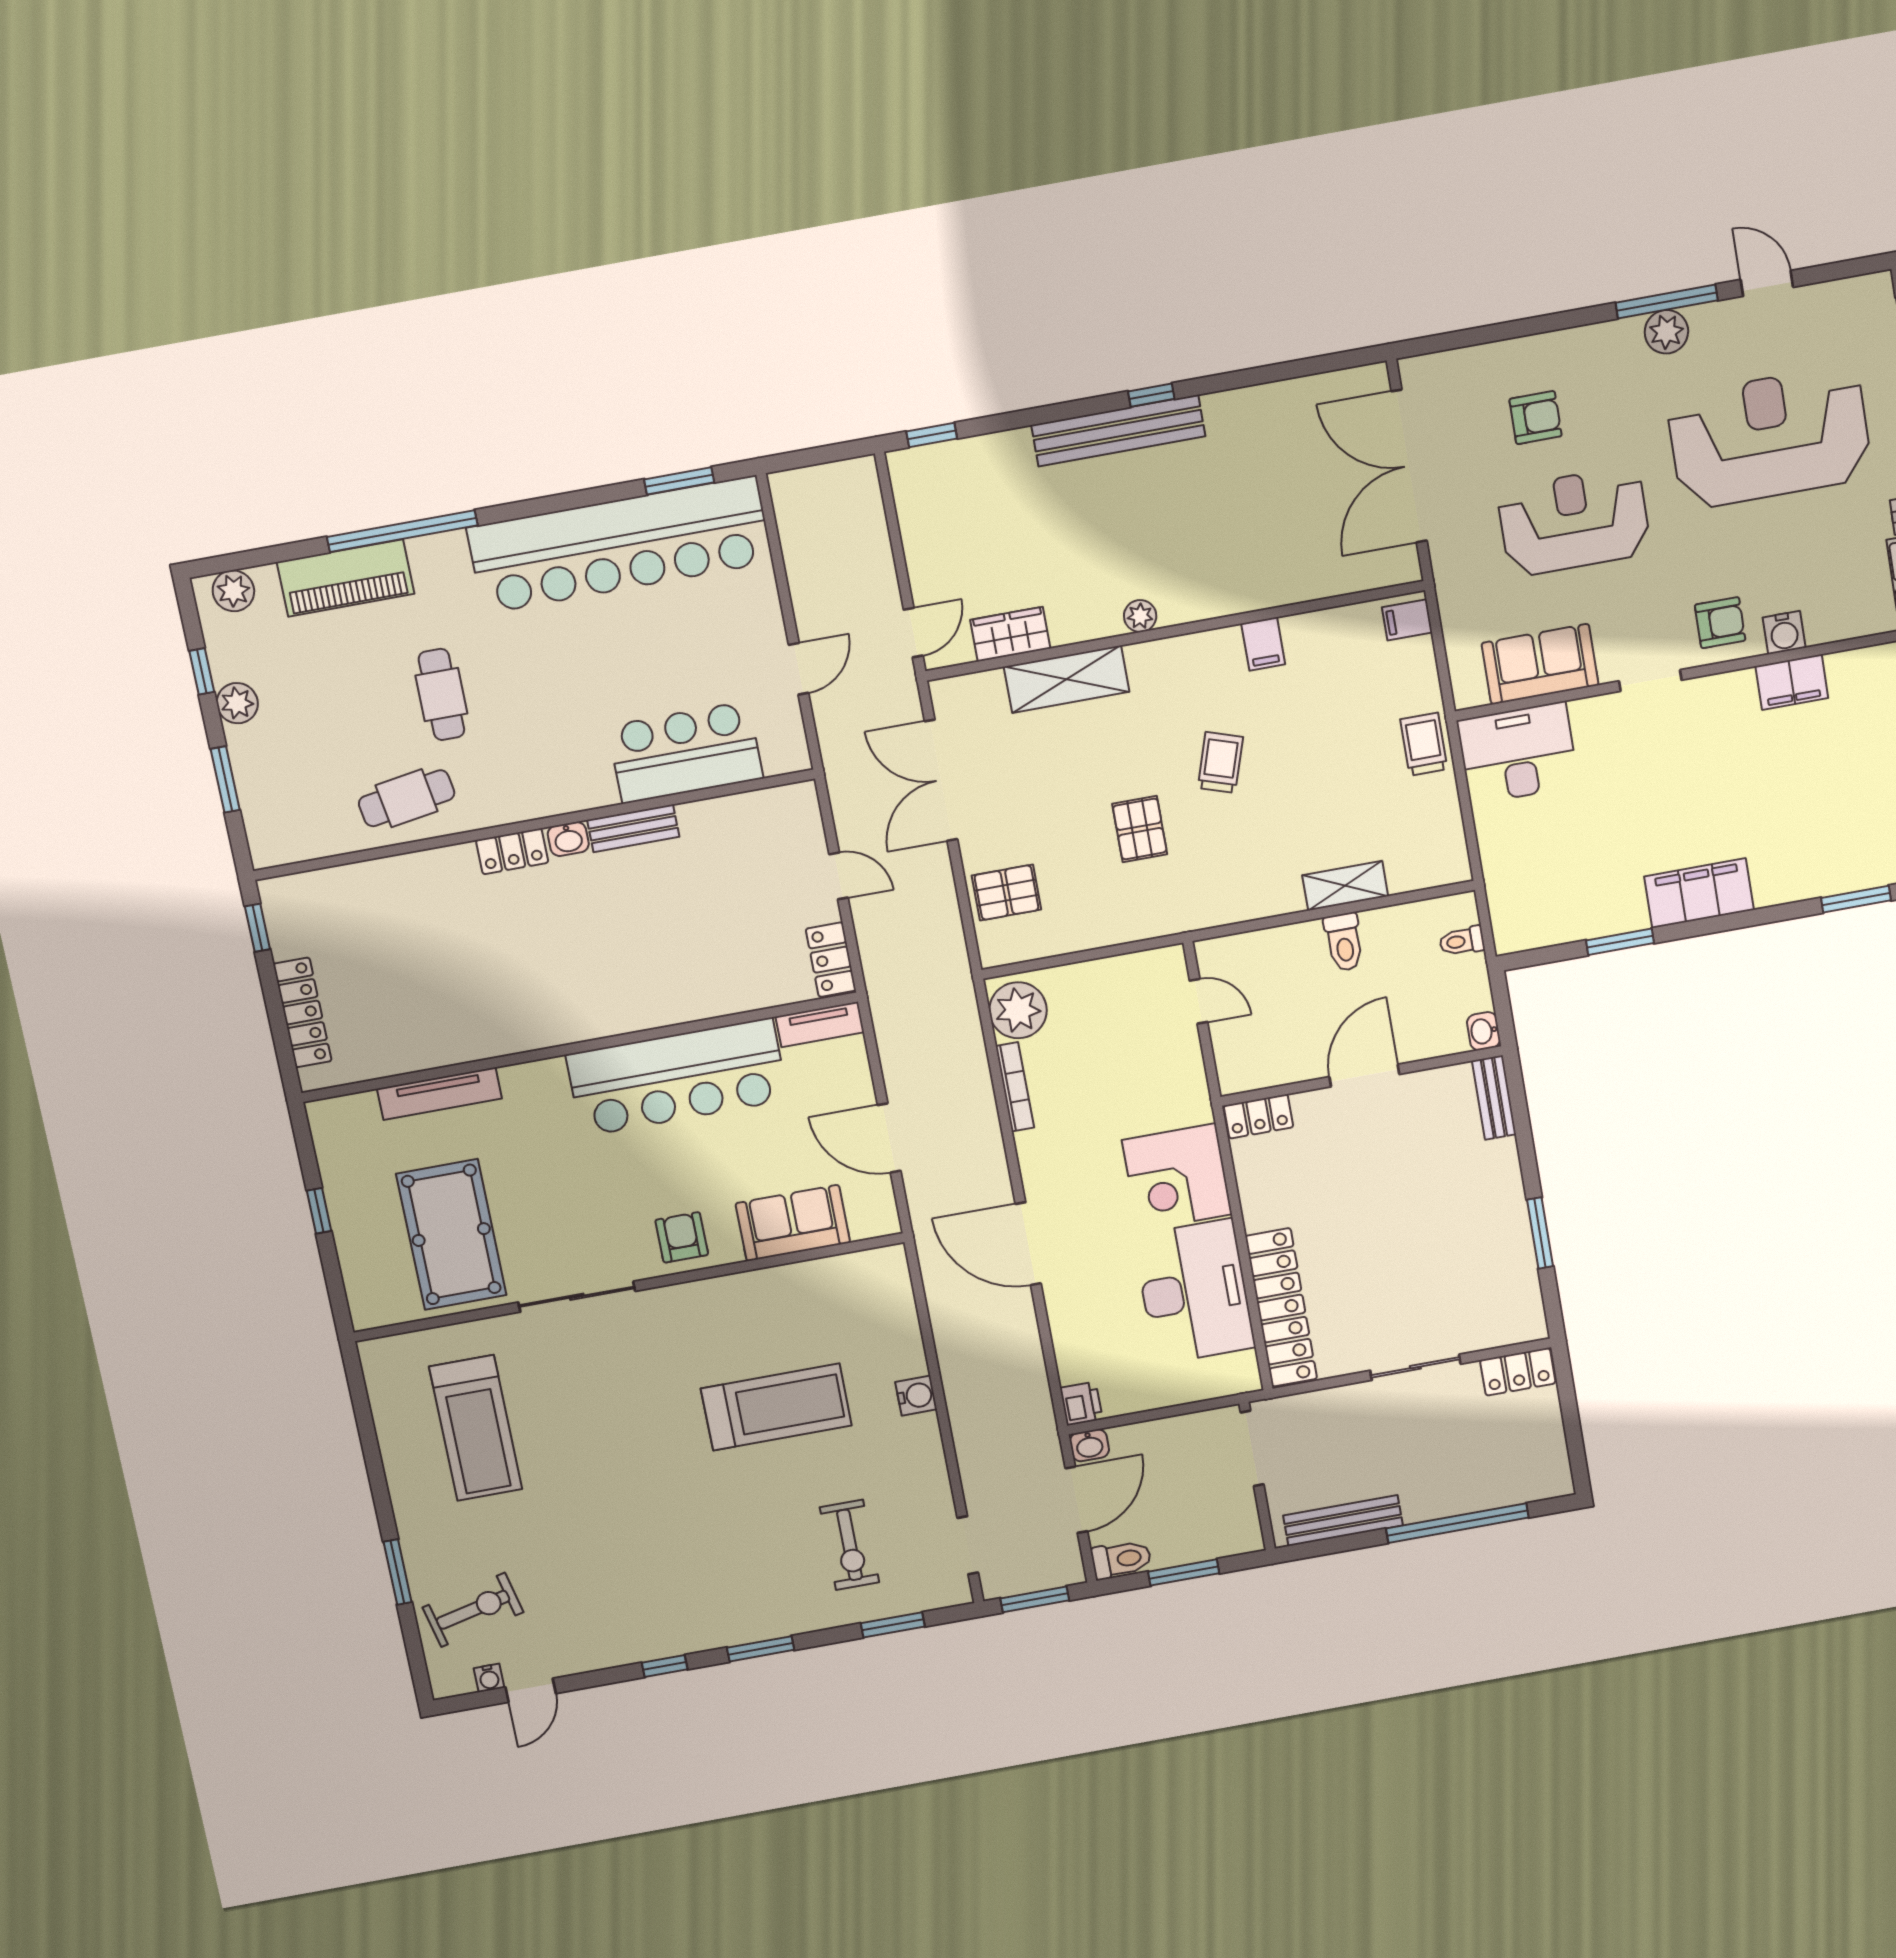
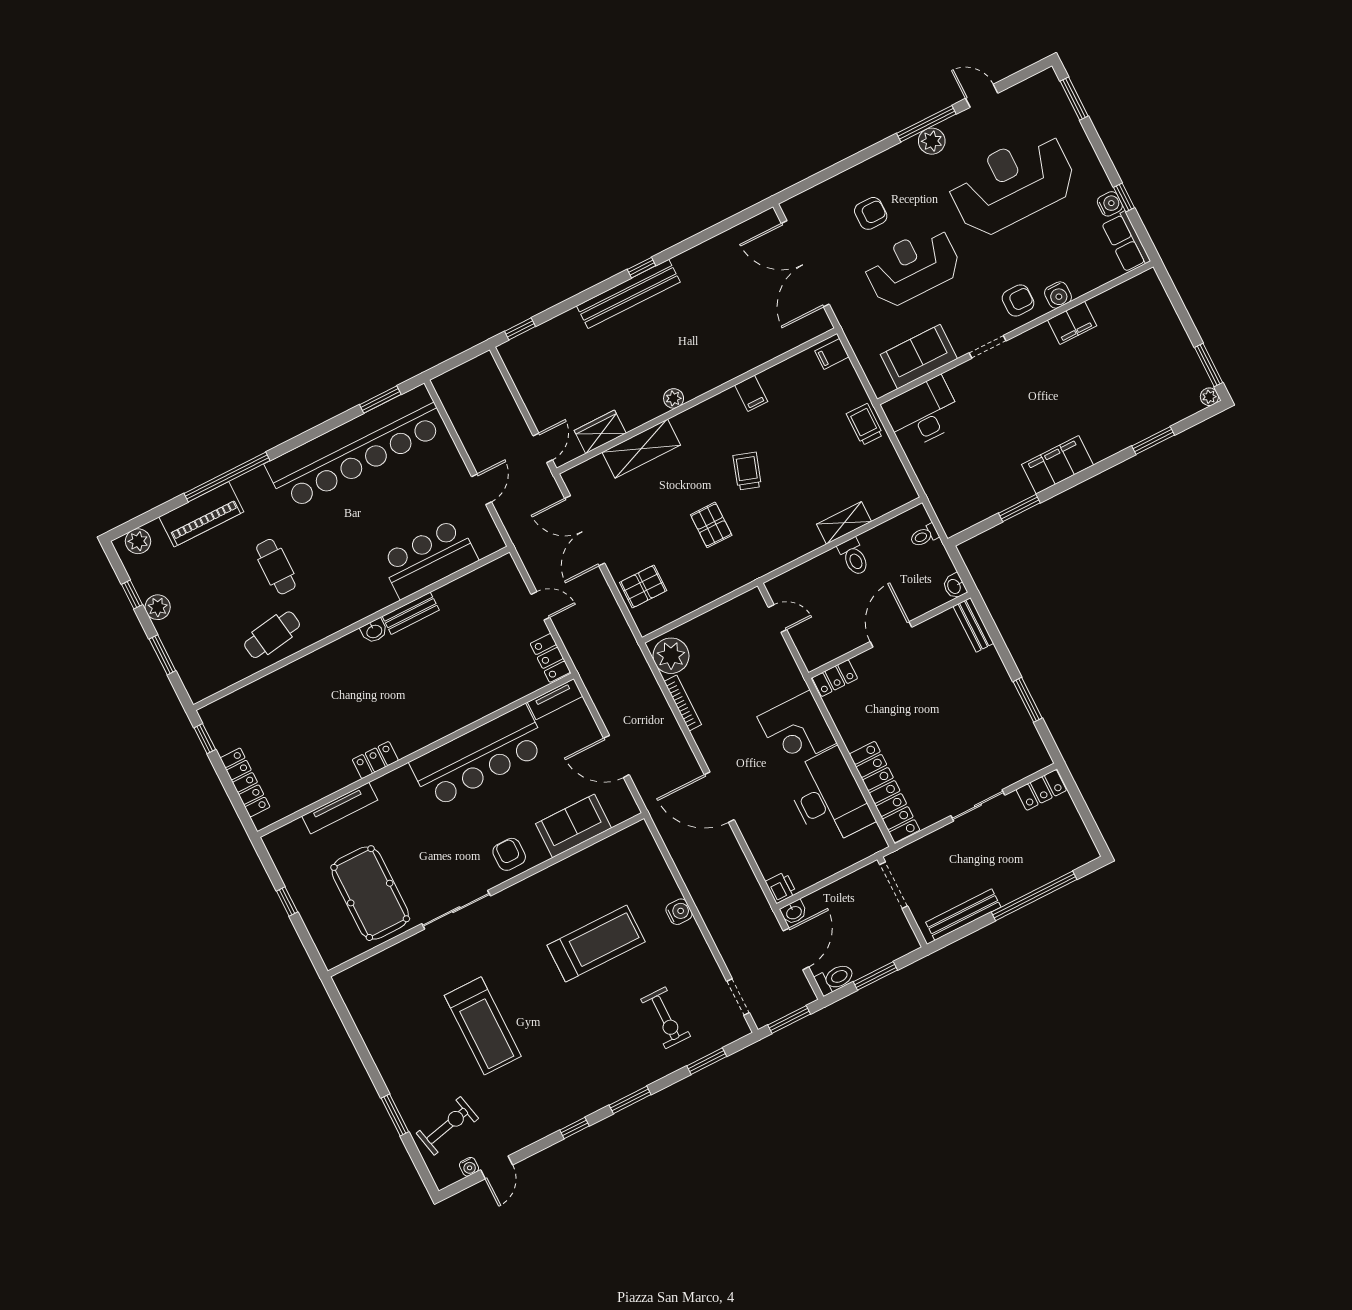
locker: (512, 851) -> (375, 760), moved, turned 180
treadmill: (476, 1428) -> (483, 1026), moved

